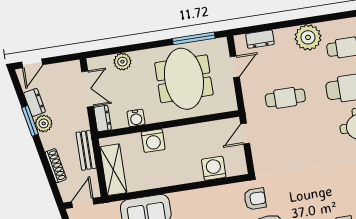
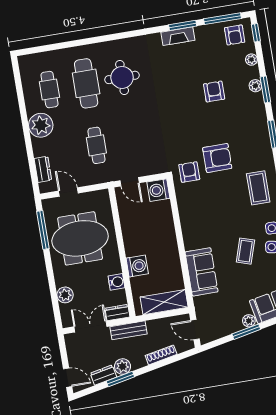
bench: (86, 150) -> (128, 330), moved
washing machine: (214, 168) -> (158, 190), moved

